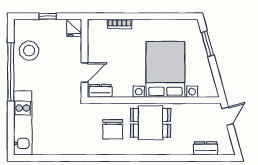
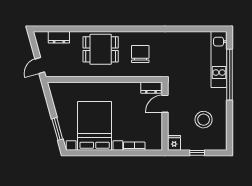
stool: (29, 51) -> (204, 120), moved
bed with nightstands: (165, 69) -> (95, 126), moved, turned 180
window: (11, 72) -> (230, 75), moved
dining table: (150, 123) -> (101, 49), moved

